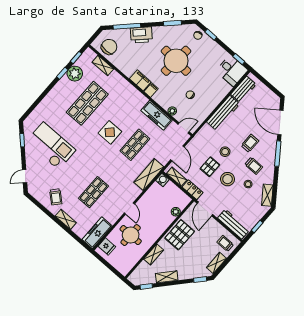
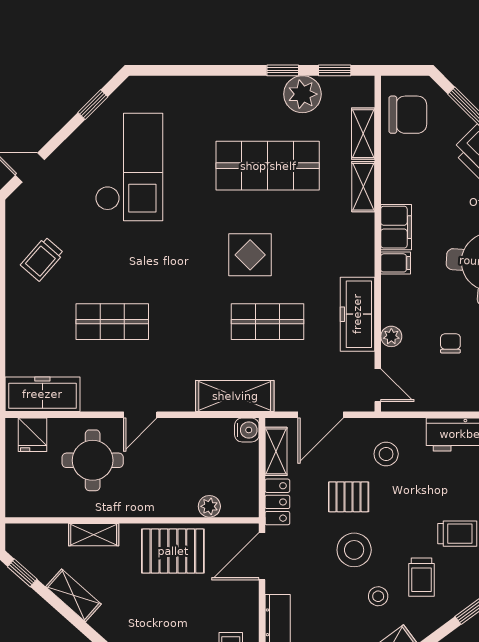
stool: (225, 152) -> (386, 454), moved
shelving: (66, 219) -> (363, 187), moved

